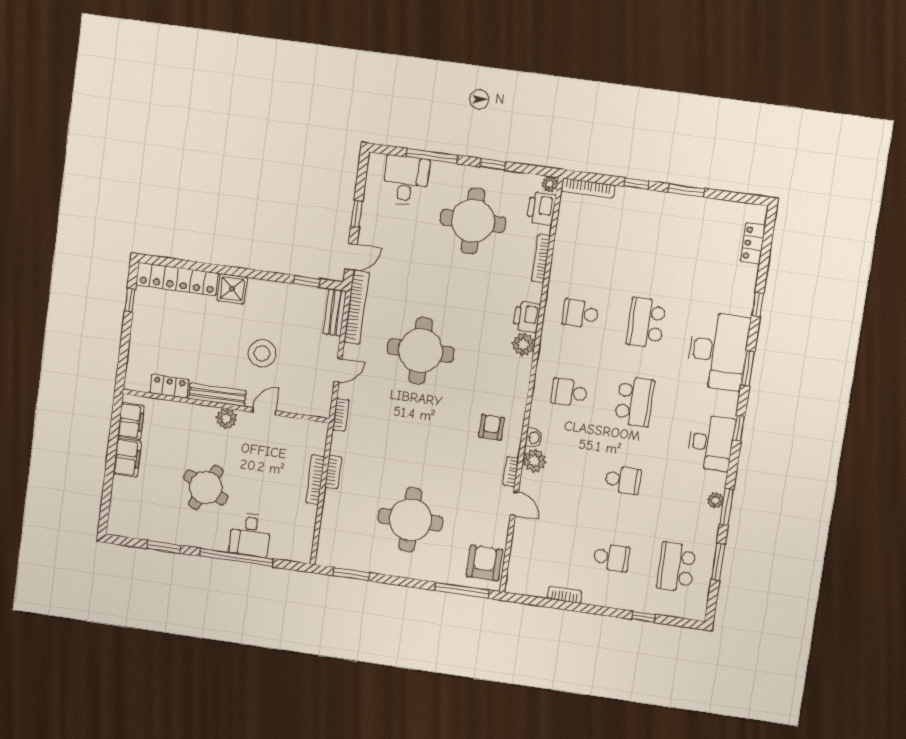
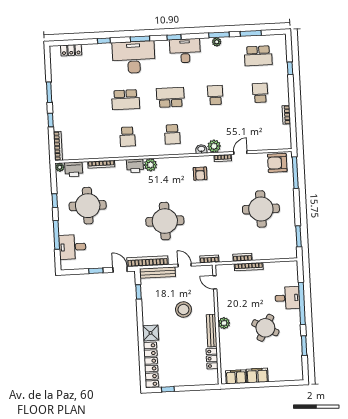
bench: (335, 312) -> (157, 273), width x1.36
door: (264, 412) -> (215, 282), moved
armchair: (492, 427) -> (200, 174), turned -90

